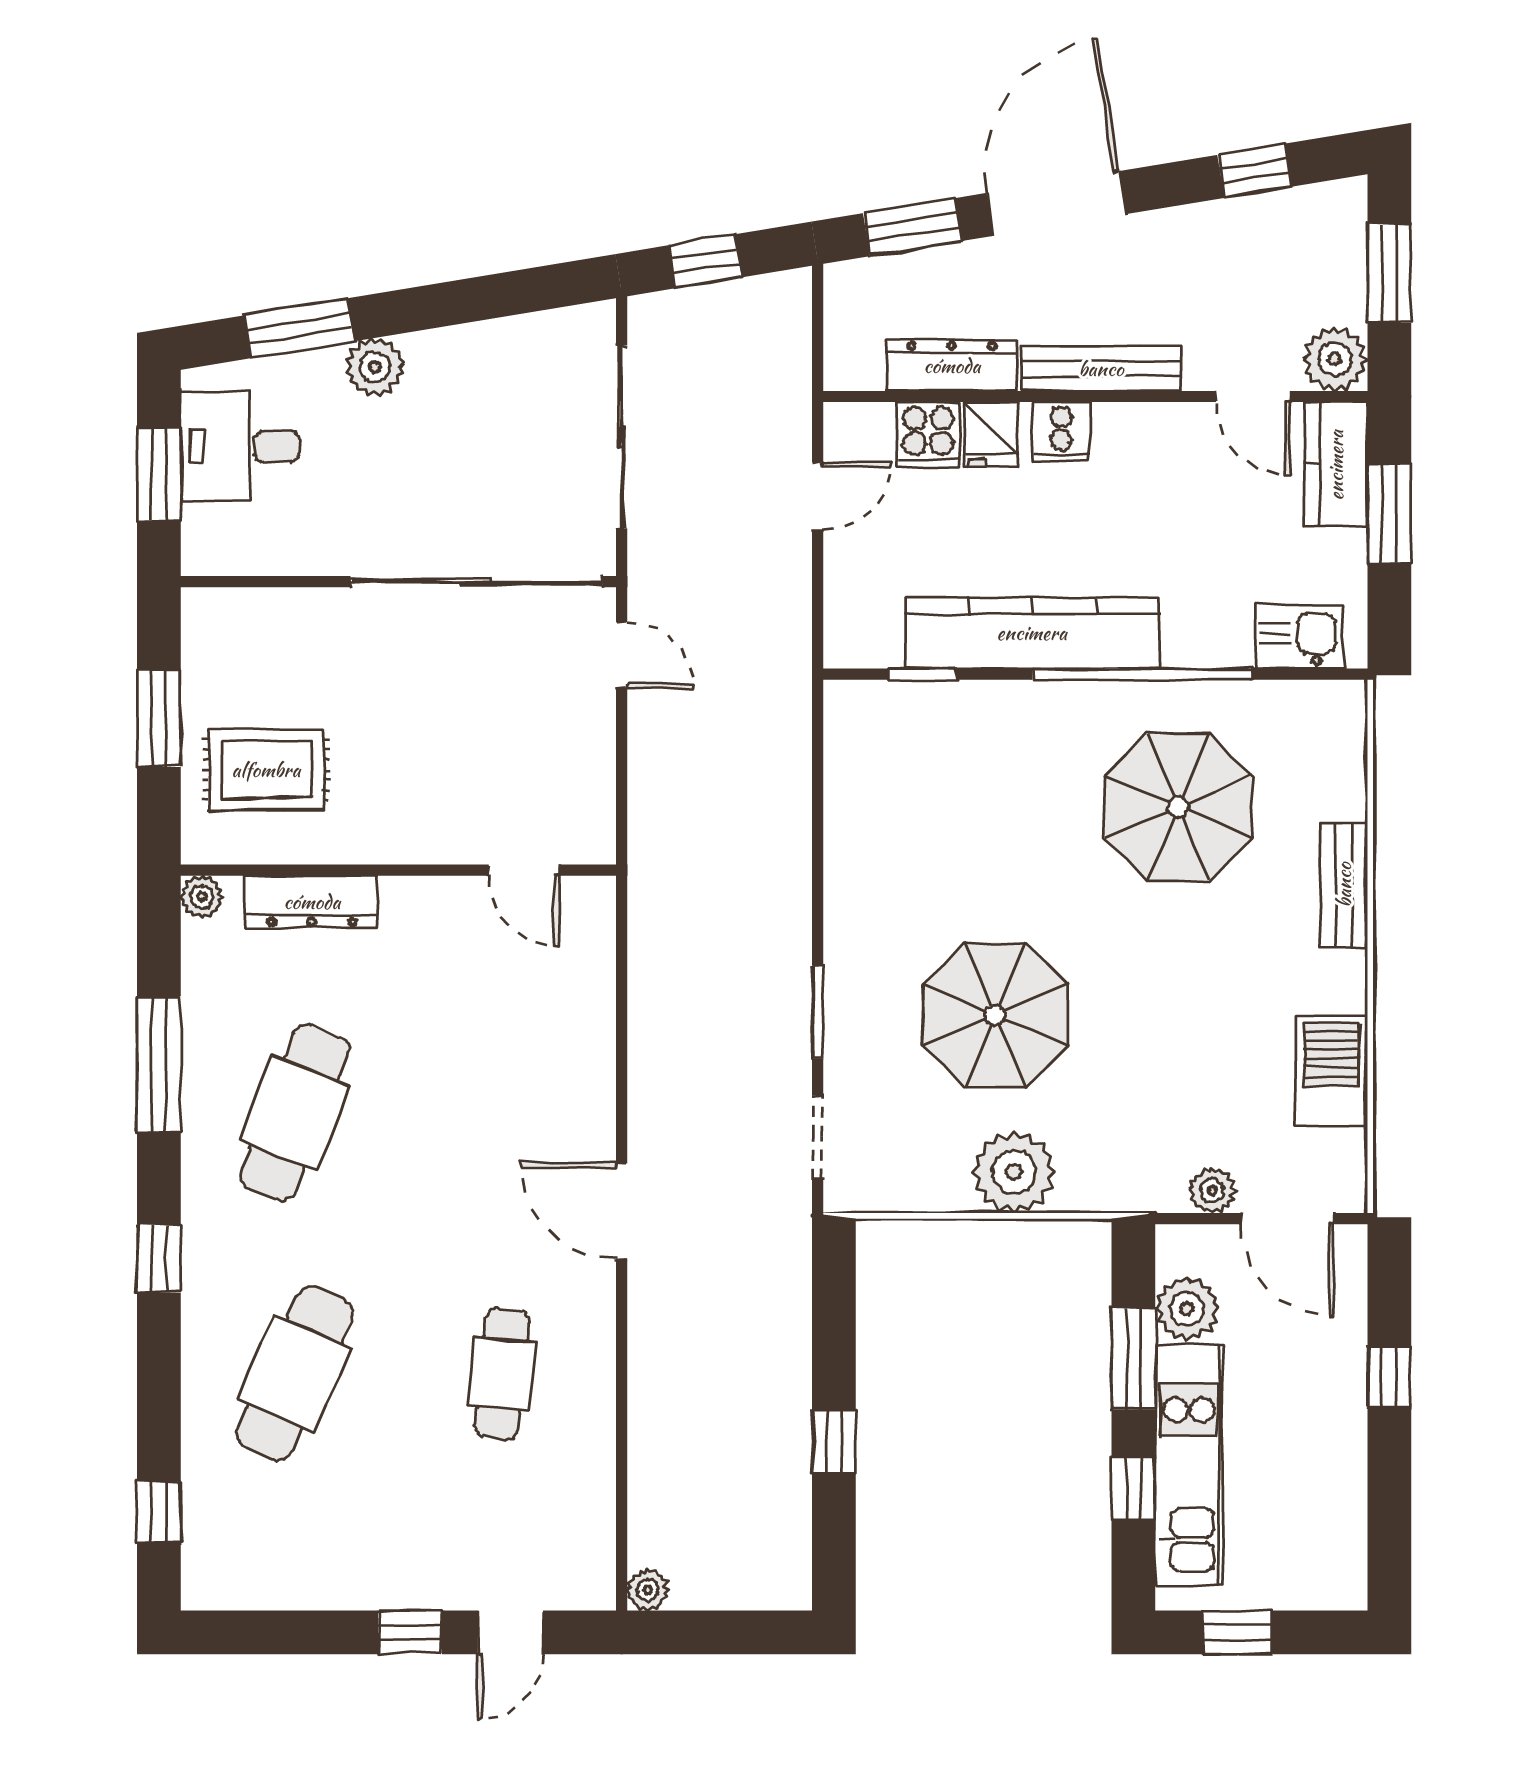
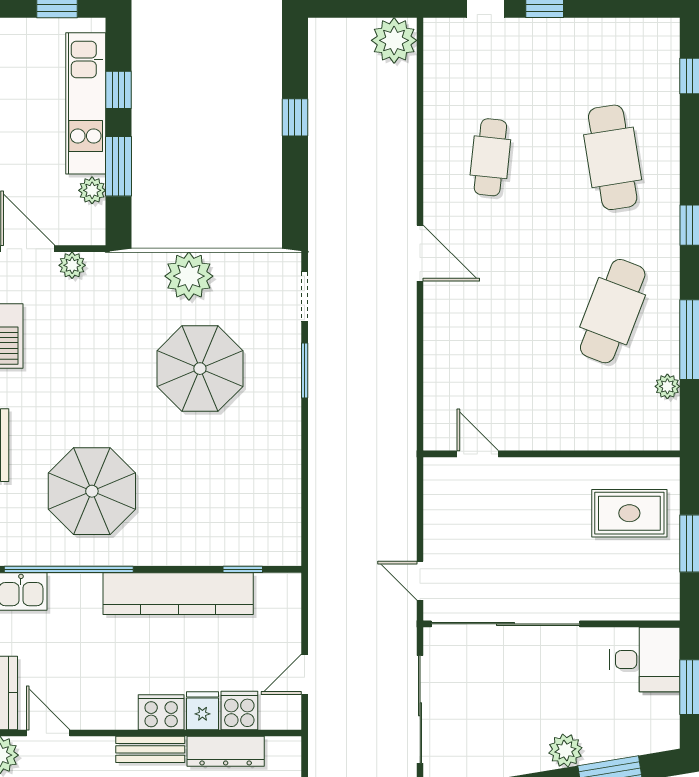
bench: (1101, 369) -> (150, 749), width x0.73
cooker: (1061, 432) -> (161, 712), width x1.36
desk: (240, 446) -> (645, 660), moved
window: (1142, 674) -> (69, 569), moved
plant: (202, 897) -> (667, 386), moved
dresser: (312, 902) -> (603, 435), removed
plant: (1187, 1309) -> (92, 190), width x0.73, depth x0.73
cafe table: (295, 1374) -> (613, 157), turned -33
plant: (648, 1590) -> (394, 40), width x1.88, depth x1.88

